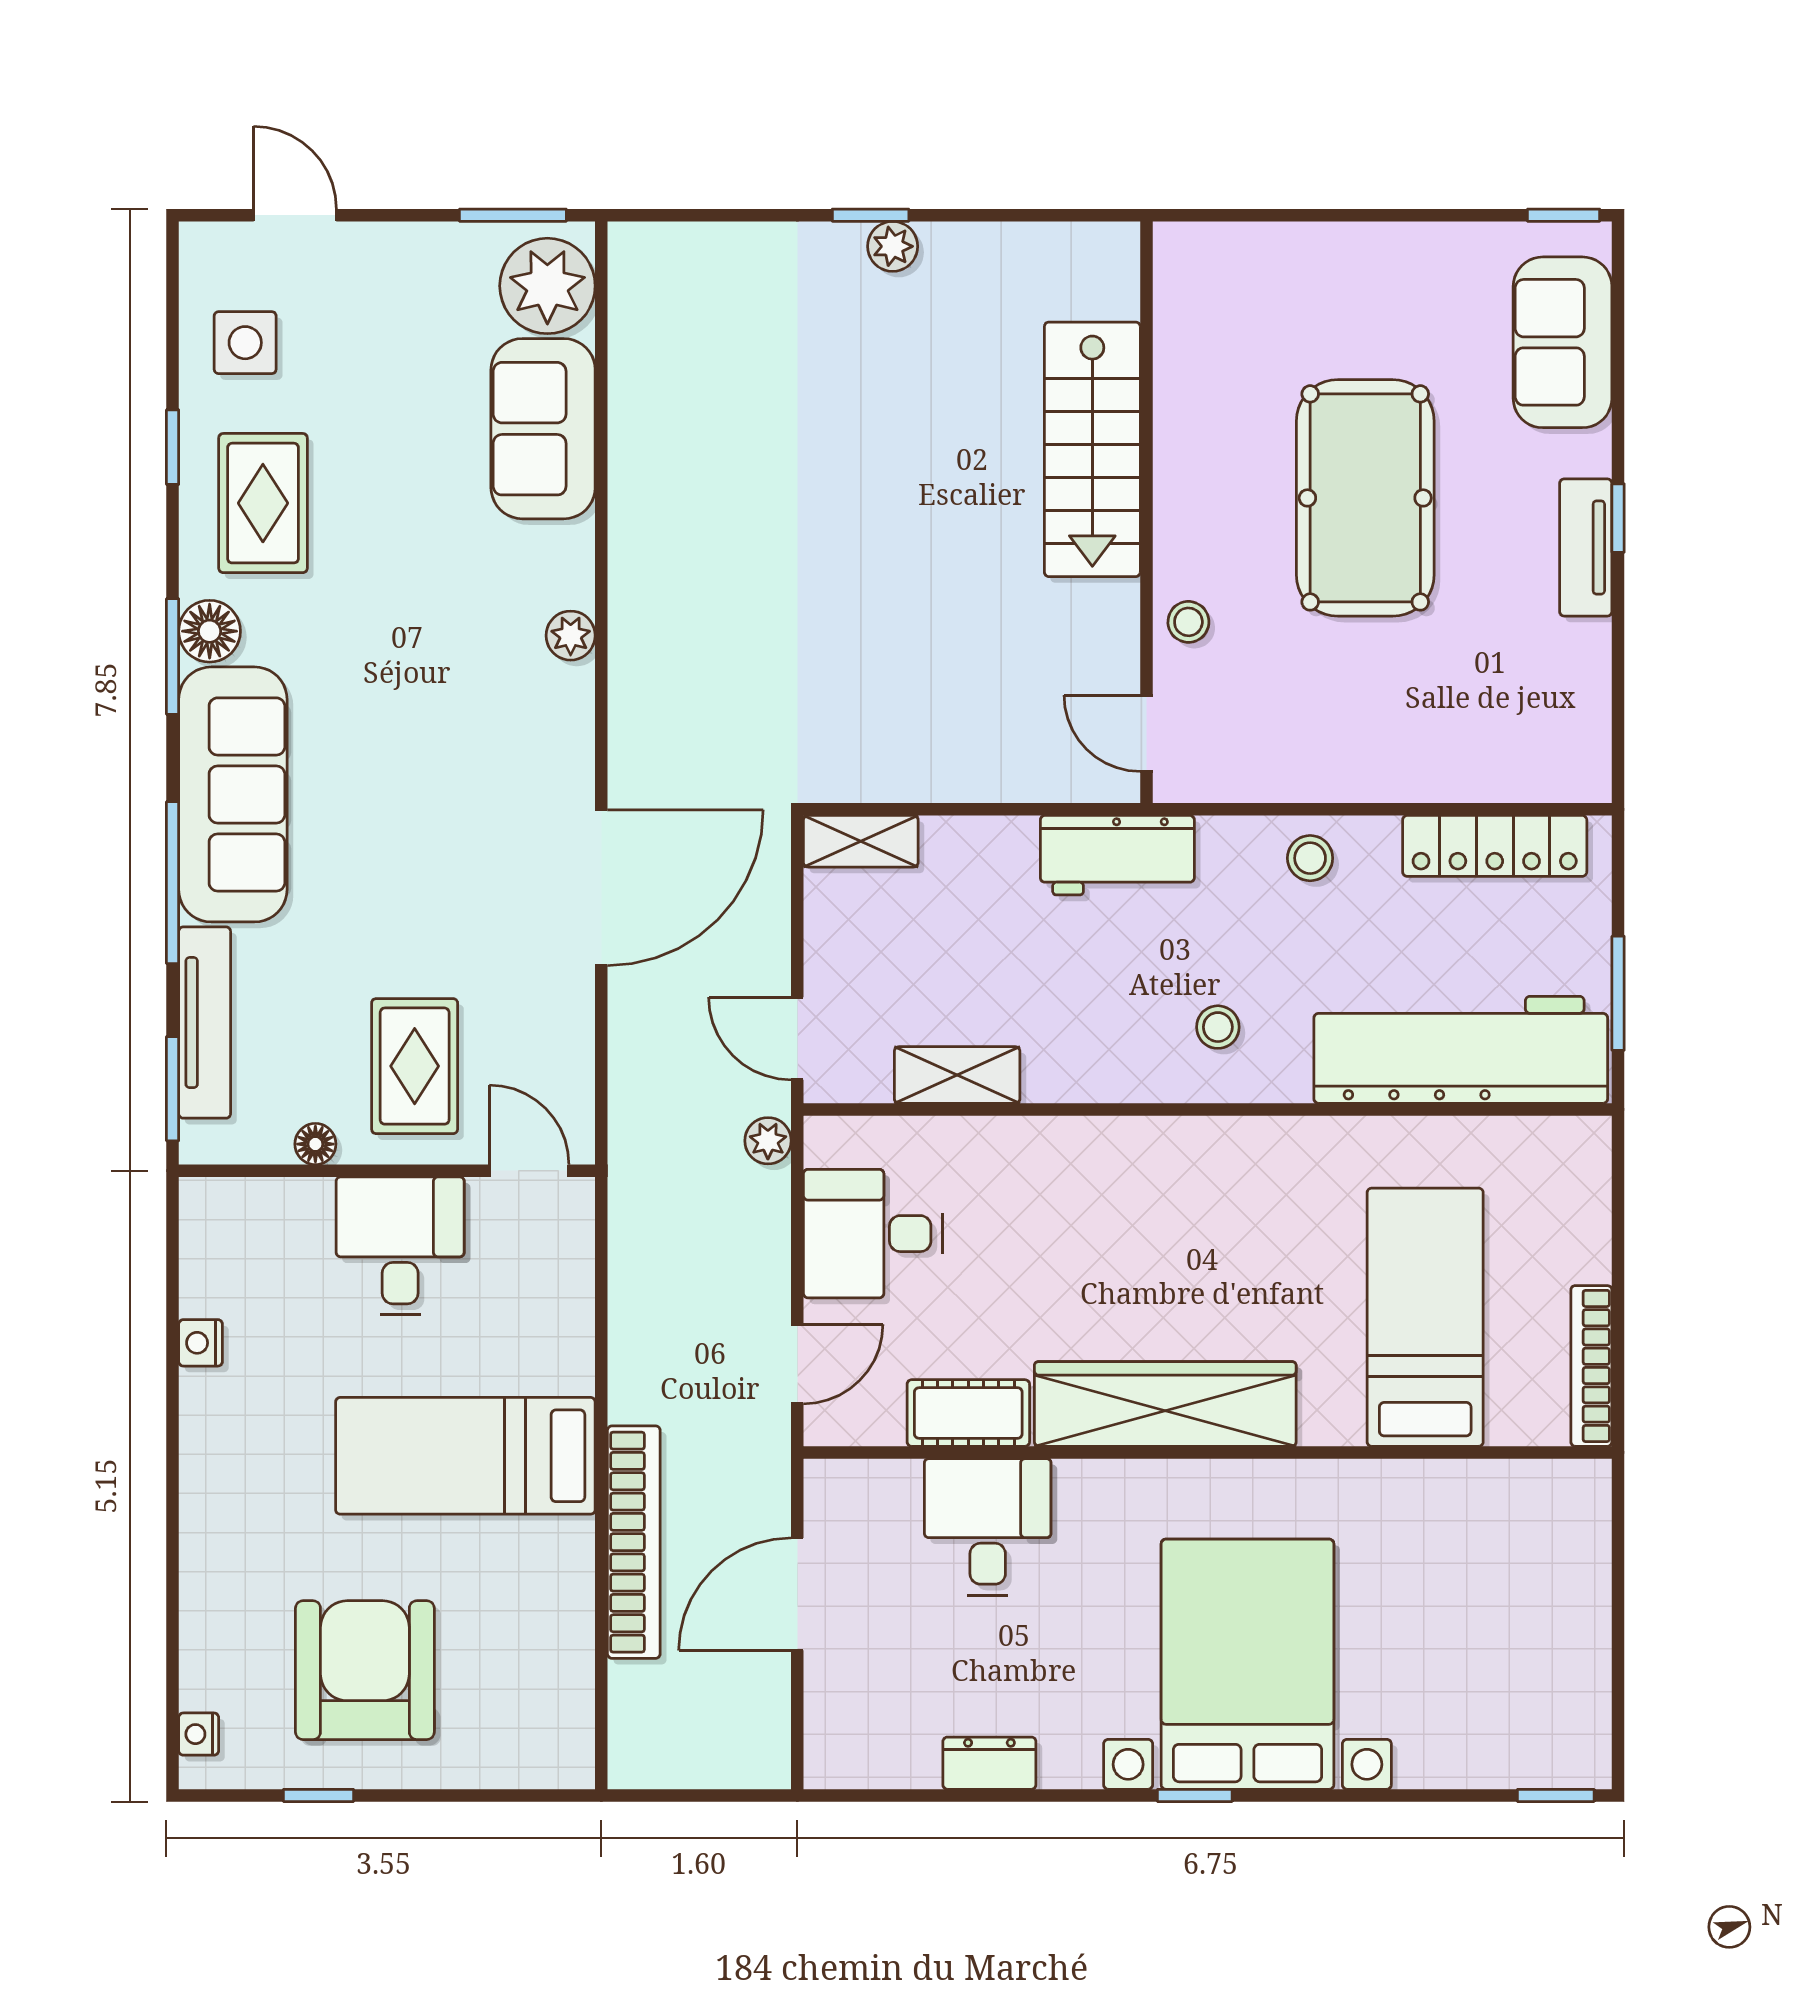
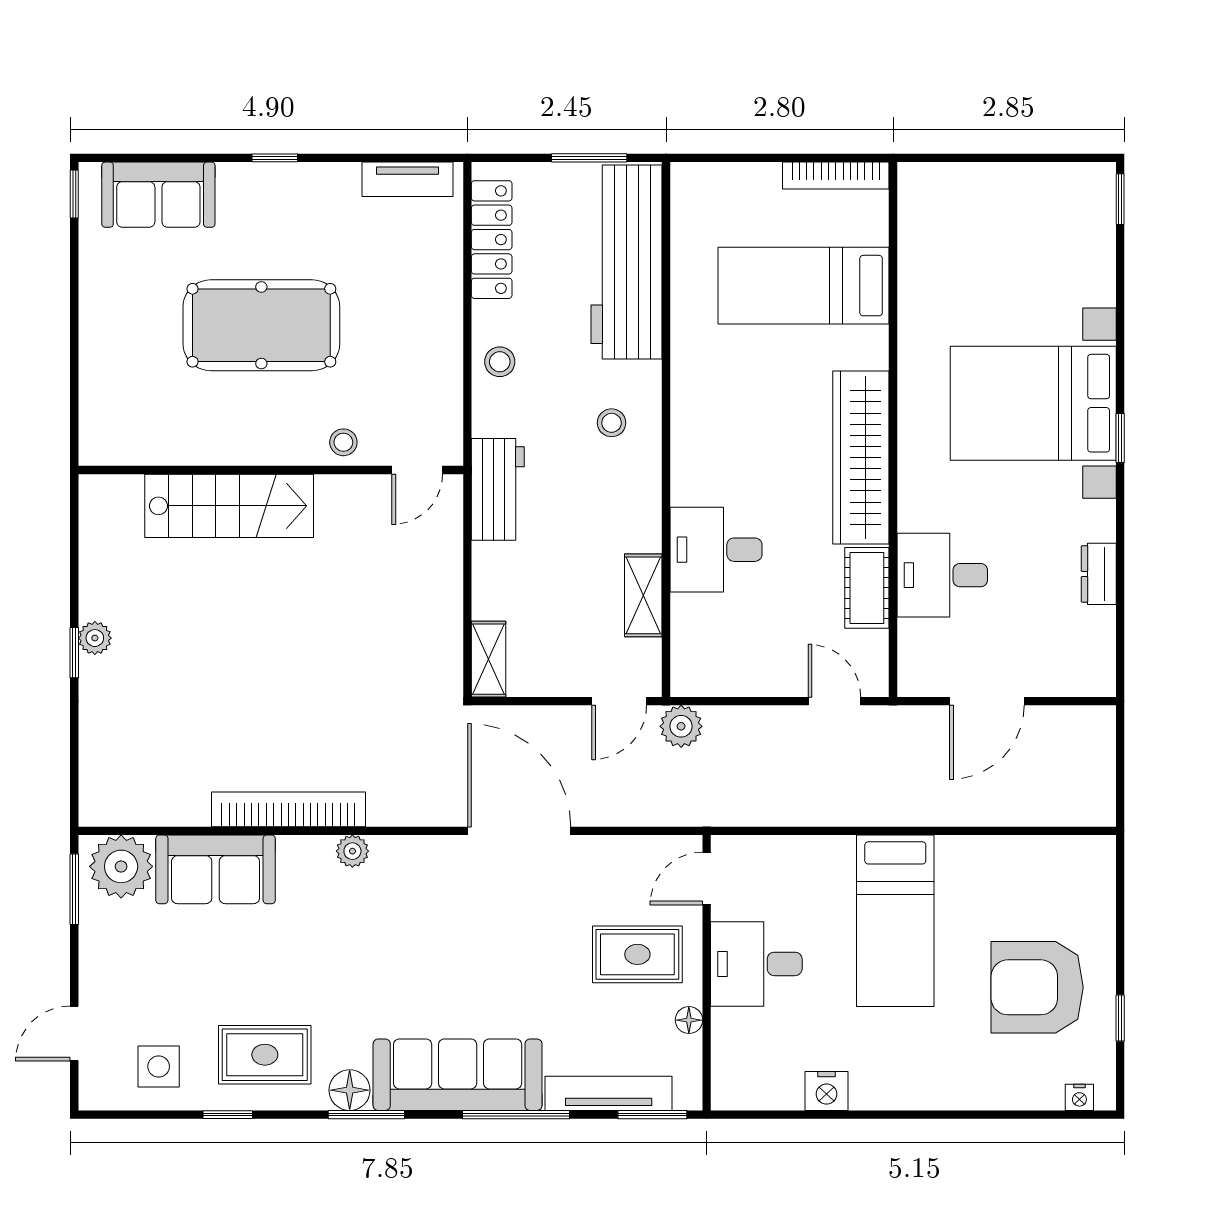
tv unit: (1586, 547) -> (408, 179), moved
plant: (768, 1141) -> (681, 726), width x1.38, depth x1.38
desk: (873, 1234) -> (716, 550), moved, turned 90
nightstand: (201, 1343) -> (827, 1091), width x1.39, depth x1.35
bookcase: (634, 1542) -> (288, 809), moved
door: (797, 1594) -> (987, 701), hinge flipped

